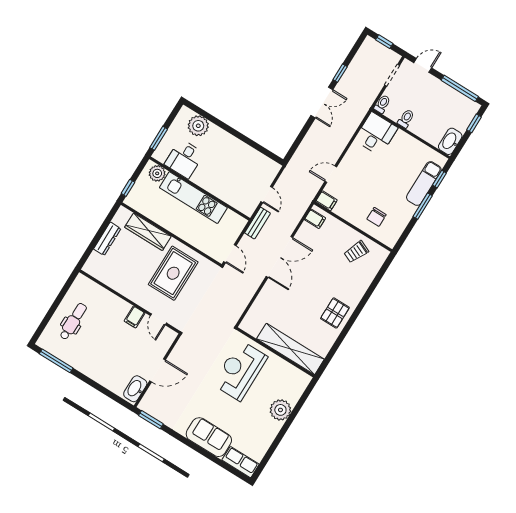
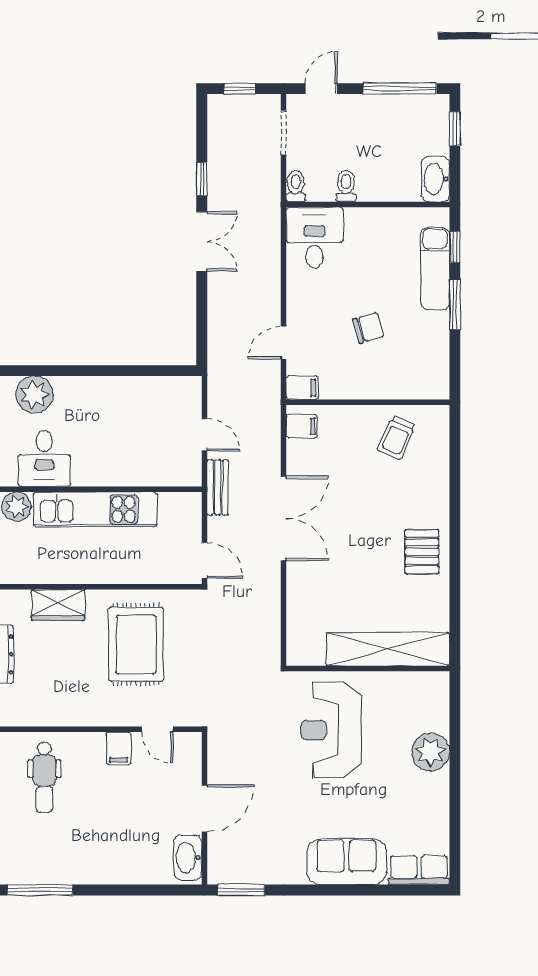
chair: (377, 217) -> (368, 328), moved, turned -106
wardrobe: (148, 232) -> (58, 605), width x0.67
dental chair: (73, 321) -> (44, 778), moved, turned 180

